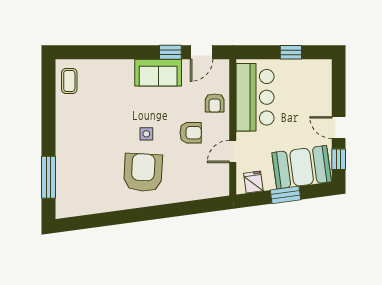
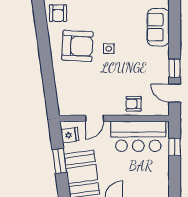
window: (291, 52) -> (175, 147), moved
sofa: (158, 73) -> (158, 27), moved
armchair: (191, 133) -> (58, 13), moved
door: (233, 151) -> (95, 118), swing flipped

